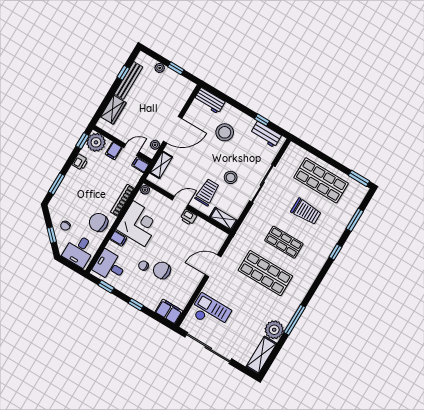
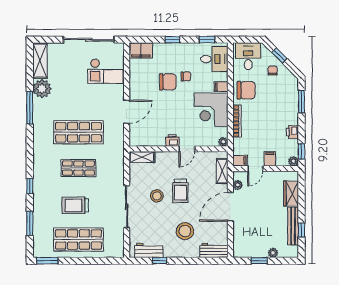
plant: (96, 142) -> (293, 161), width x0.53, depth x0.53
trolley: (207, 192) -> (180, 191), moved

